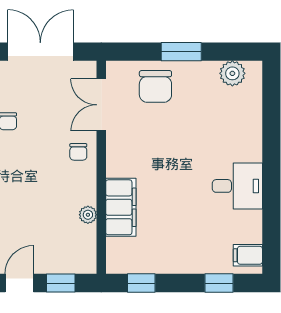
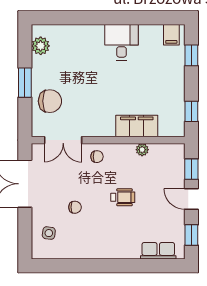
wheelchair: (22, 188) -> (123, 197), added

